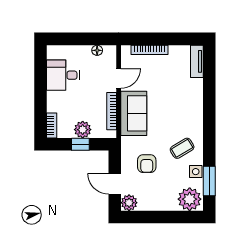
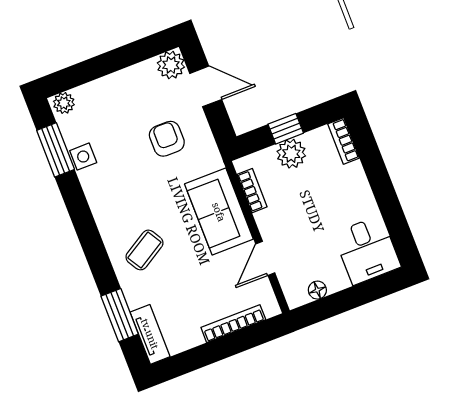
desk: (63, 75) -> (367, 250), moved, turned 90
window: (209, 78) -> (120, 315), added
bookcase: (112, 111) -> (252, 191), width x0.64
coffee table: (182, 148) -> (144, 250), moved
plant: (190, 199) -> (64, 103), width x0.53, depth x0.53

